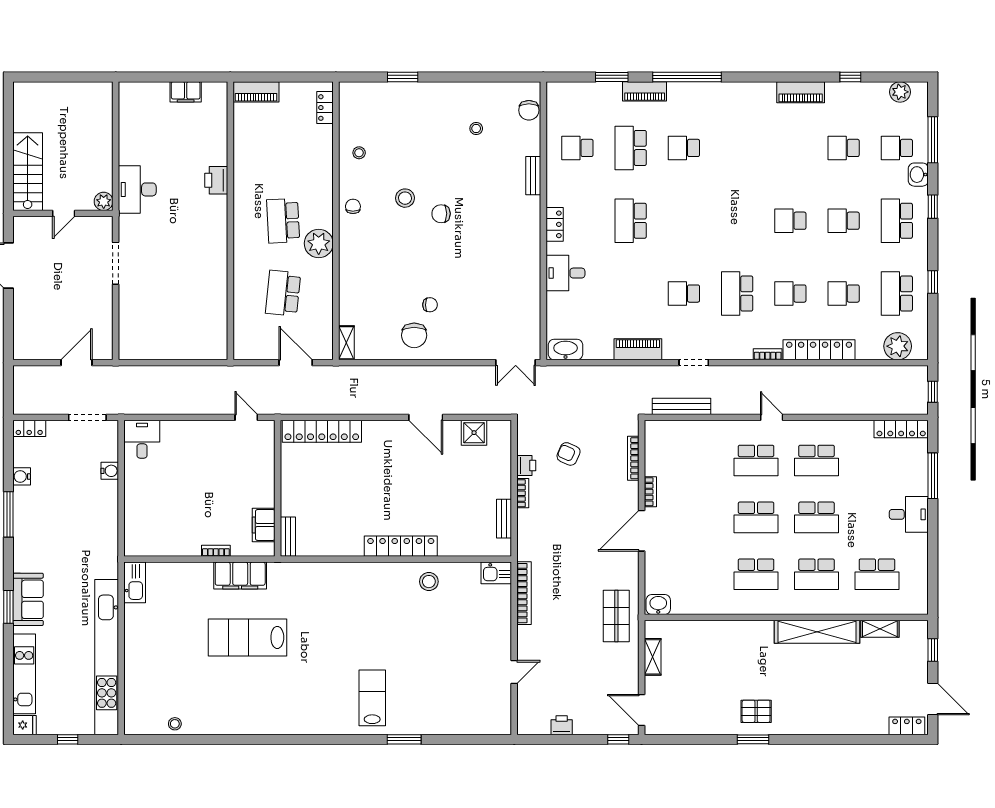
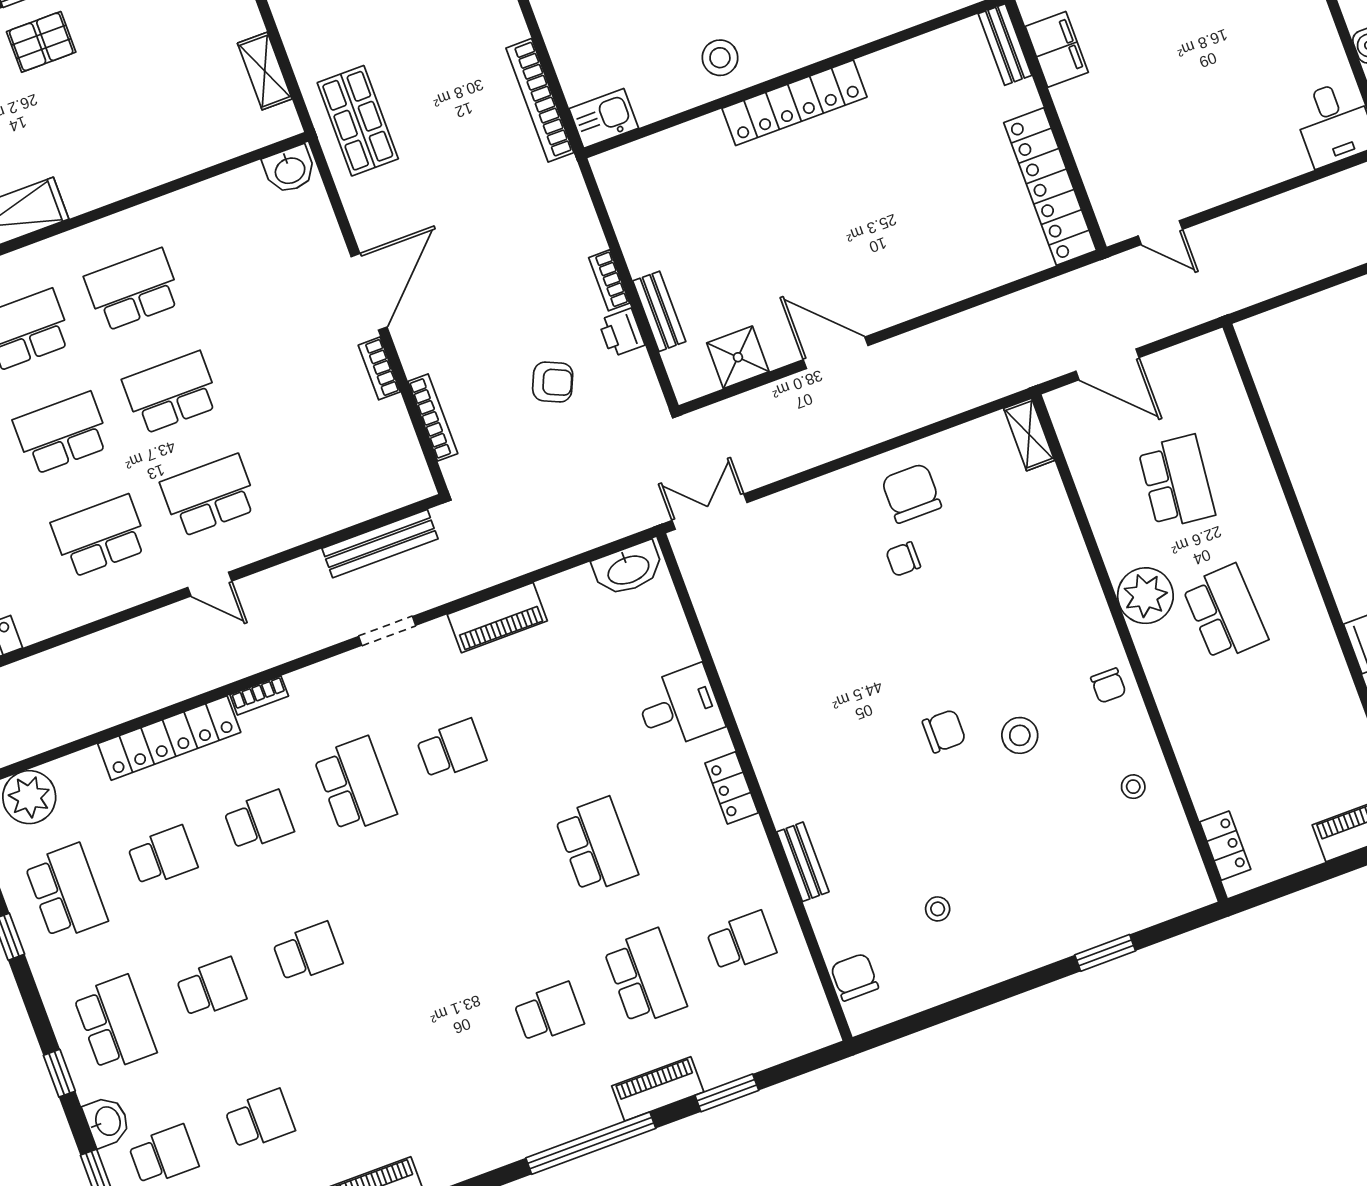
locker: (322, 431) -> (1050, 187), moved, turned -90
bench: (504, 519) -> (659, 311), moved

